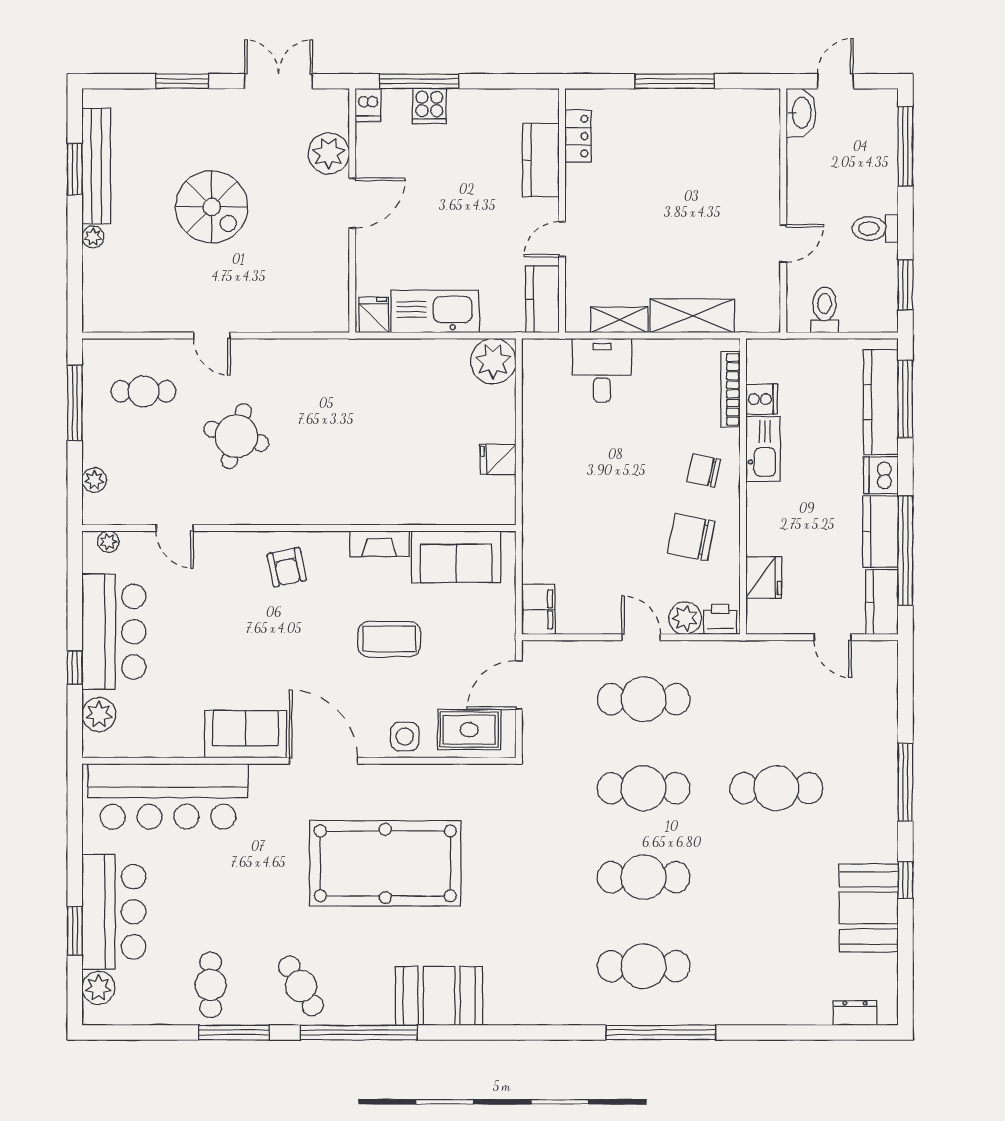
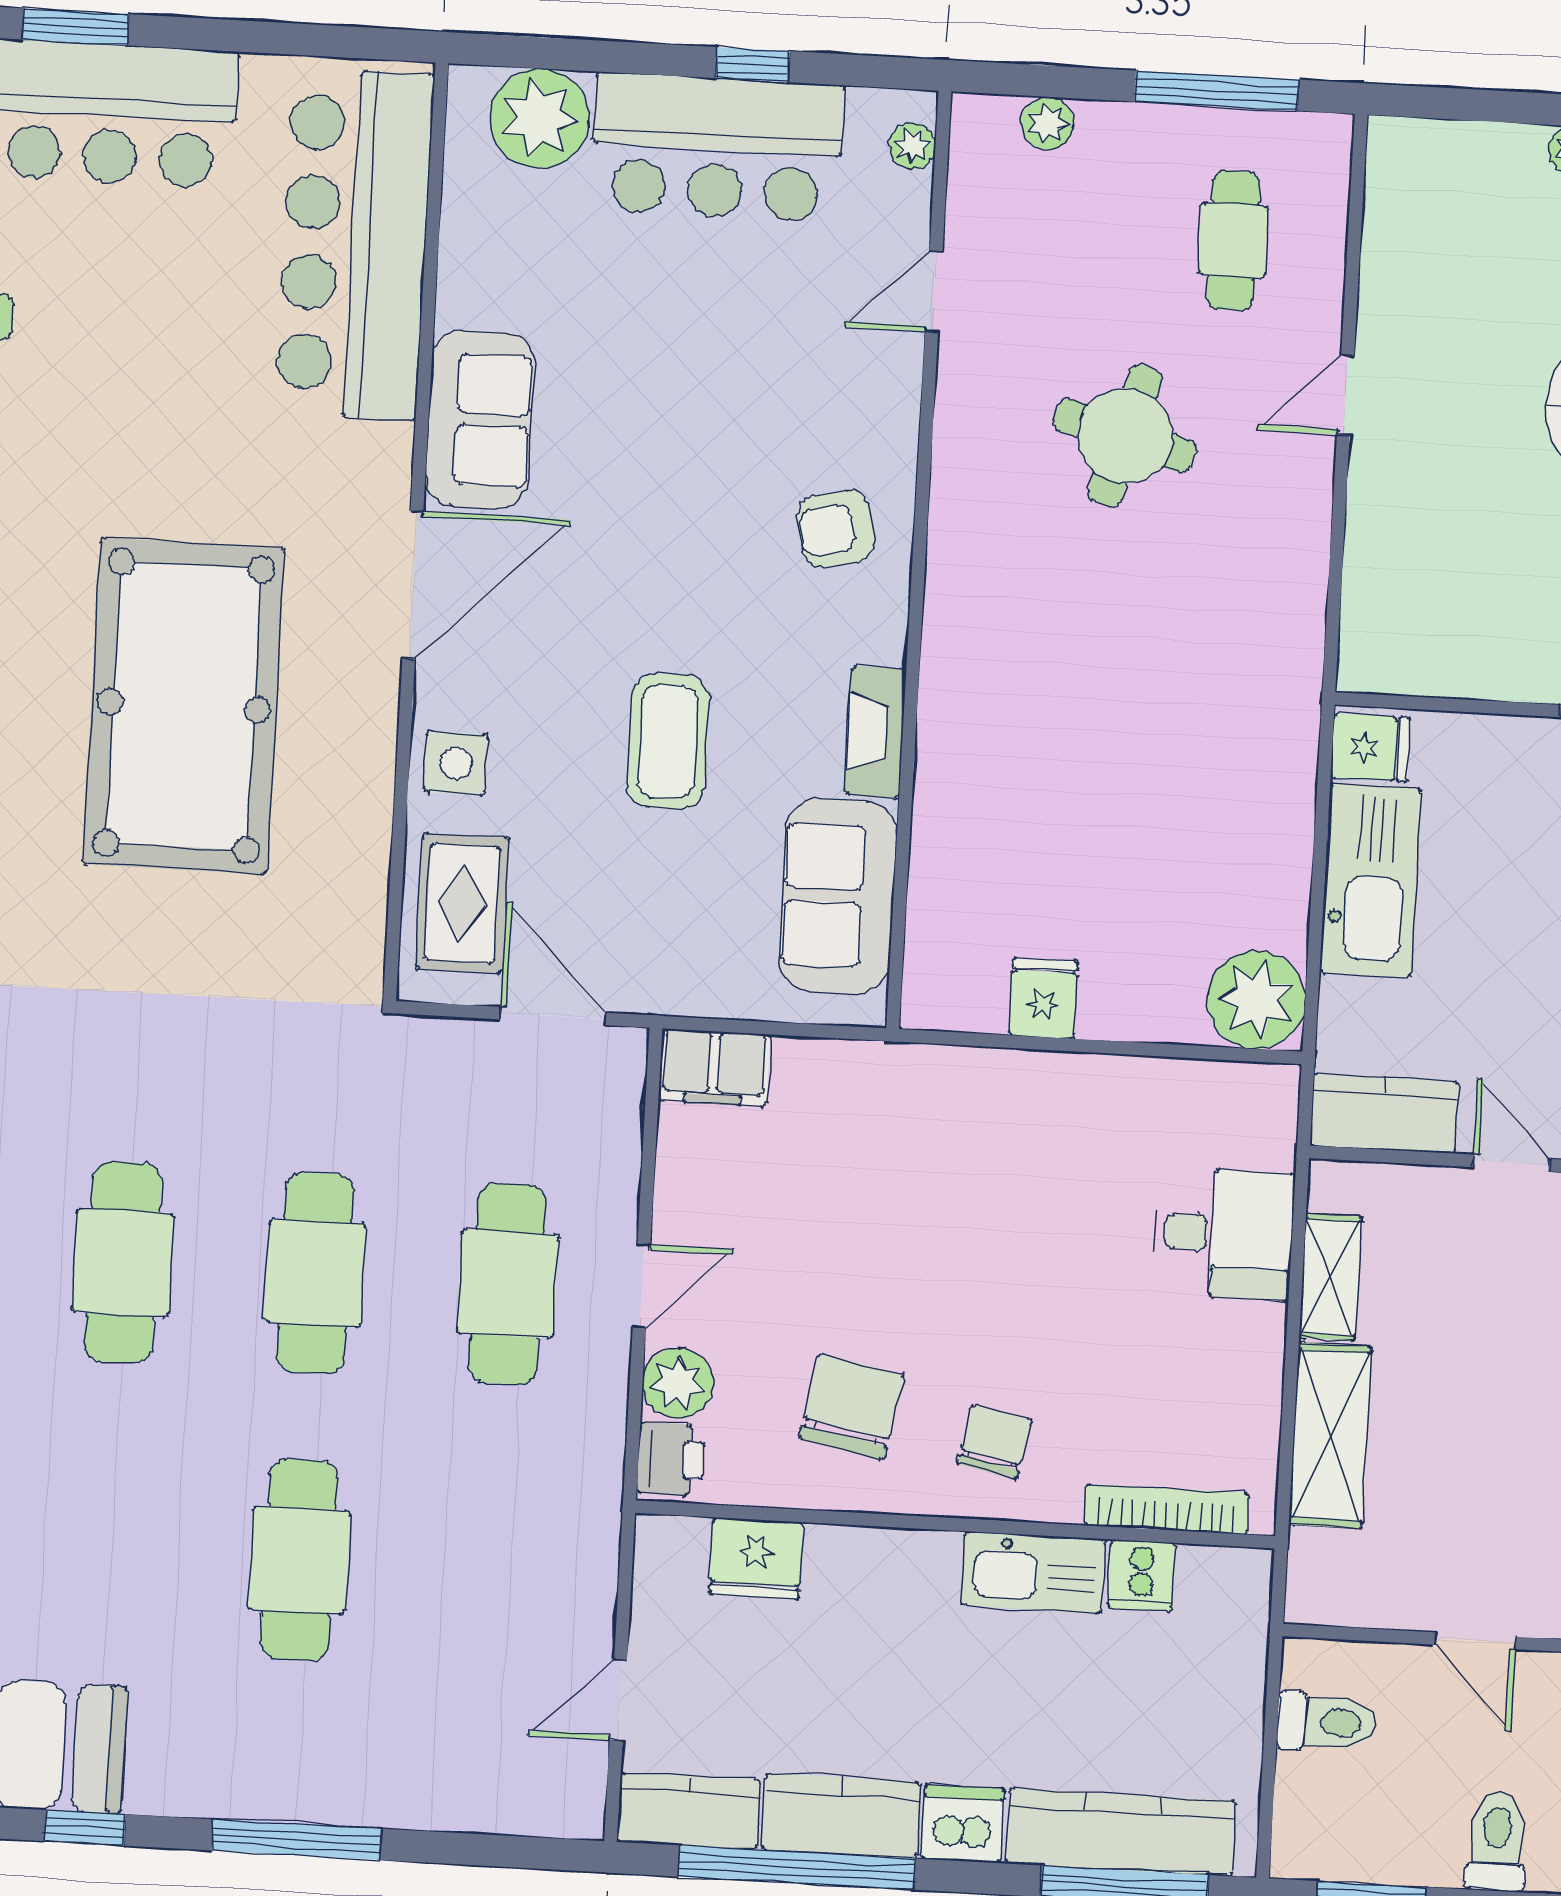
window: (75, 668) -> (753, 65), moved
plant: (99, 714) -> (539, 118), width x1.36, depth x1.36

